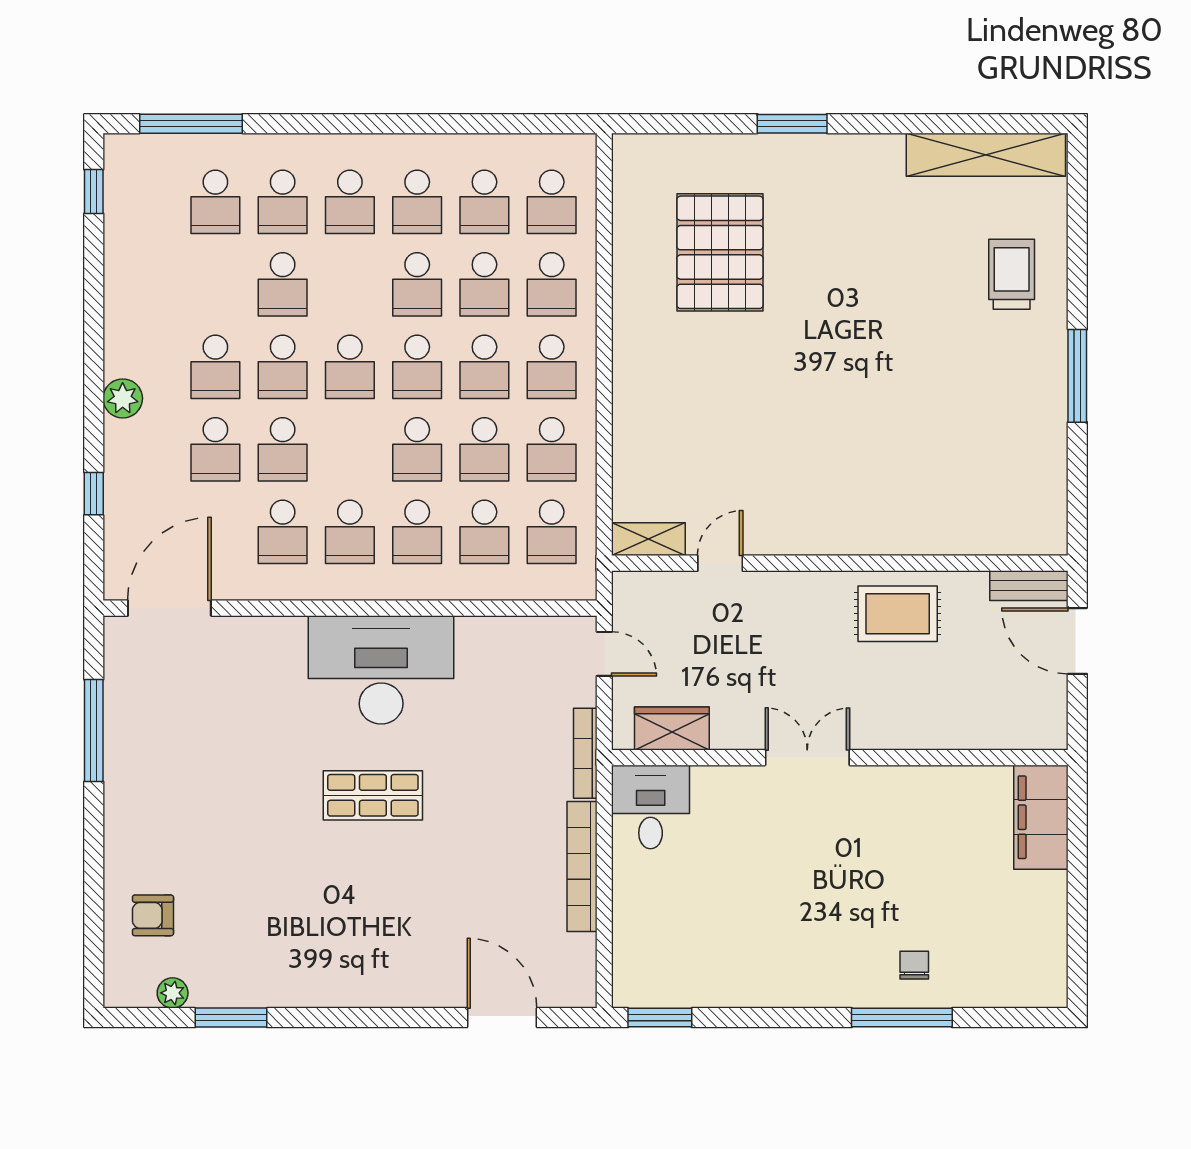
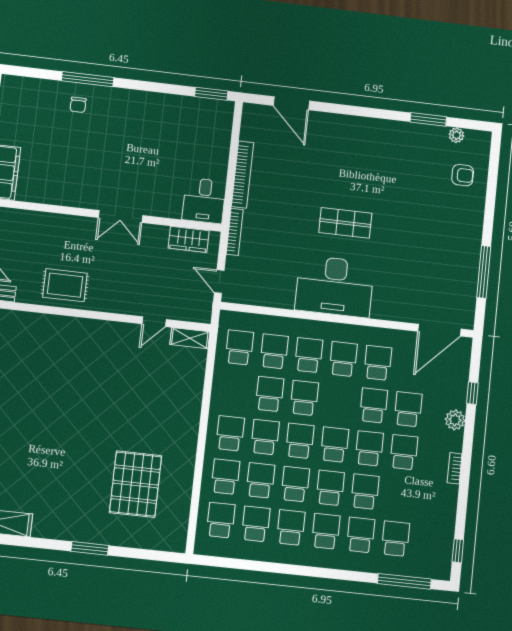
bookcase: (115, 347) -> (455, 468), added
plant: (123, 398) -> (455, 420), moved
school desk: (552, 449) -> (330, 488), moved

